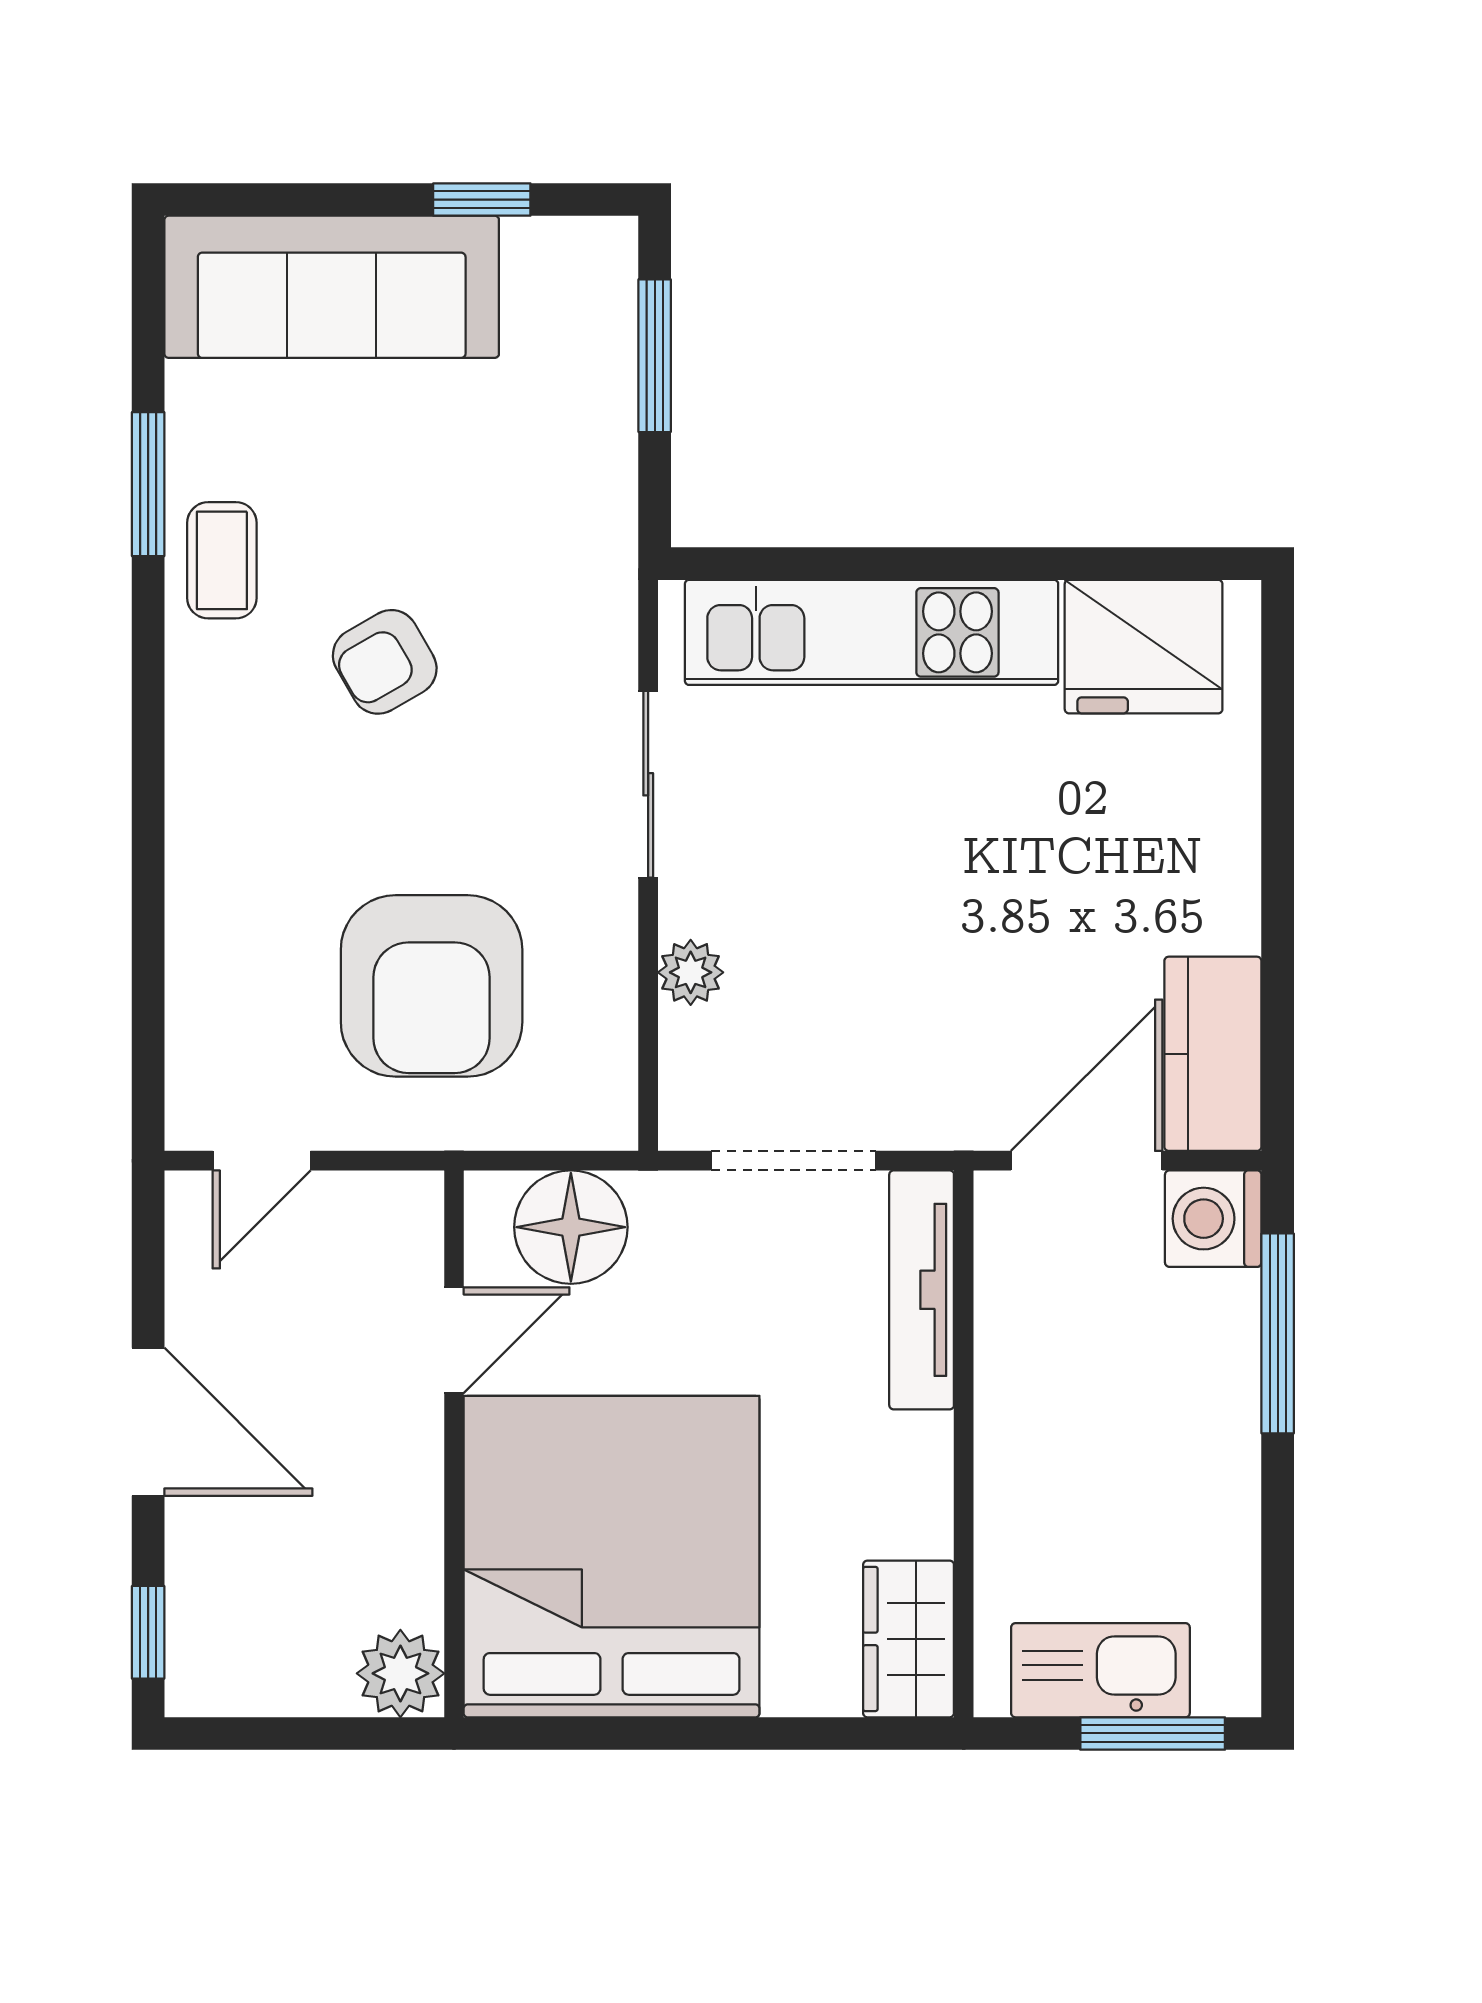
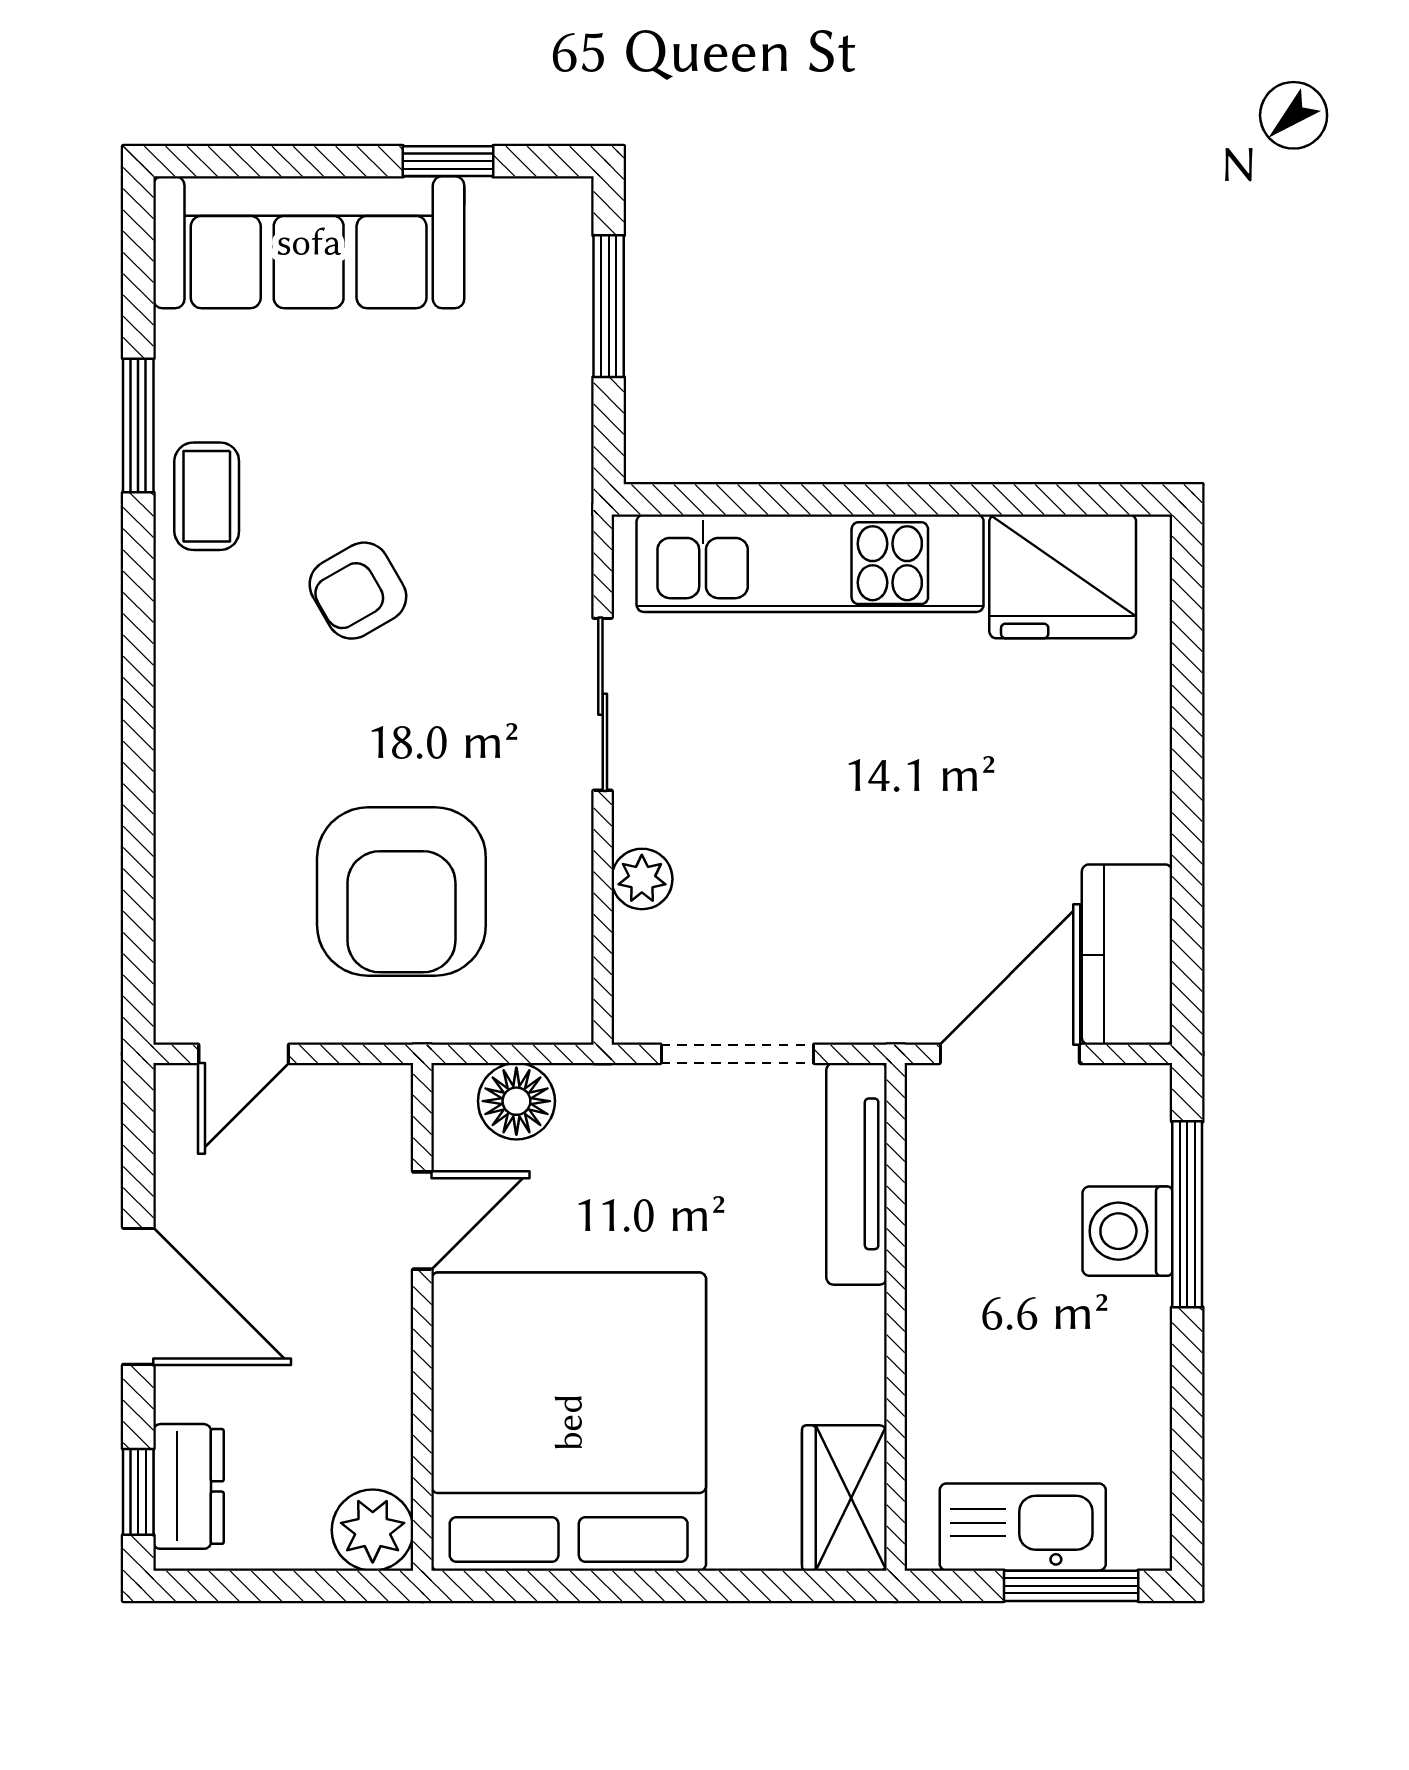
washing machine: (1213, 1219) -> (1127, 1231), moved
floor lamp: (571, 1227) -> (516, 1101), width x0.73, depth x0.73
dresser: (202, 1627) -> (188, 1486), added

